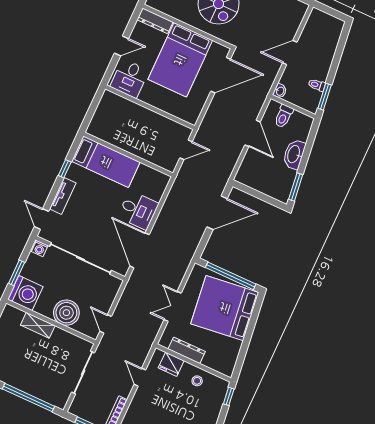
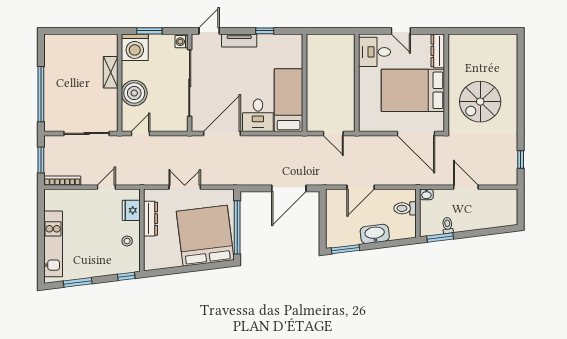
door: (252, 133) -> (361, 187), moved
bed: (106, 162) -> (289, 100), moved, turned 180
door: (217, 213) -> (289, 188), hinge flipped

